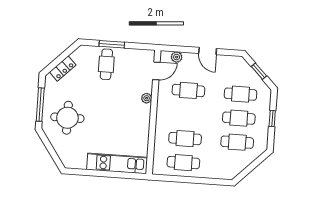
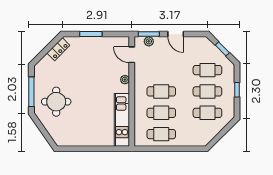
window: (177, 49) -> (149, 34), added
cafe table: (106, 64) -> (87, 52), removed
locker: (63, 68) -> (58, 49), moved
door: (156, 71) -> (132, 55), swing flipped
cafe table: (188, 90) -> (161, 91), moved
kitchen unit: (117, 163) -> (122, 120), moved, turned -90

